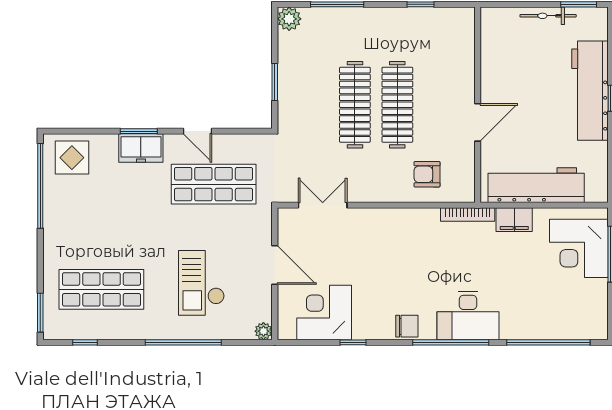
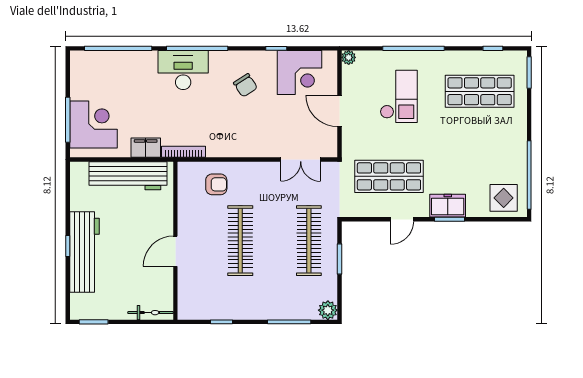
bicycle: (548, 16) -> (151, 313), moved
clothes rail: (355, 105) -> (309, 241), moved
door: (478, 122) -> (175, 251), moved
door: (198, 131) -> (402, 219), swing flipped
chair: (407, 326) -> (245, 85), moved, turned -123

